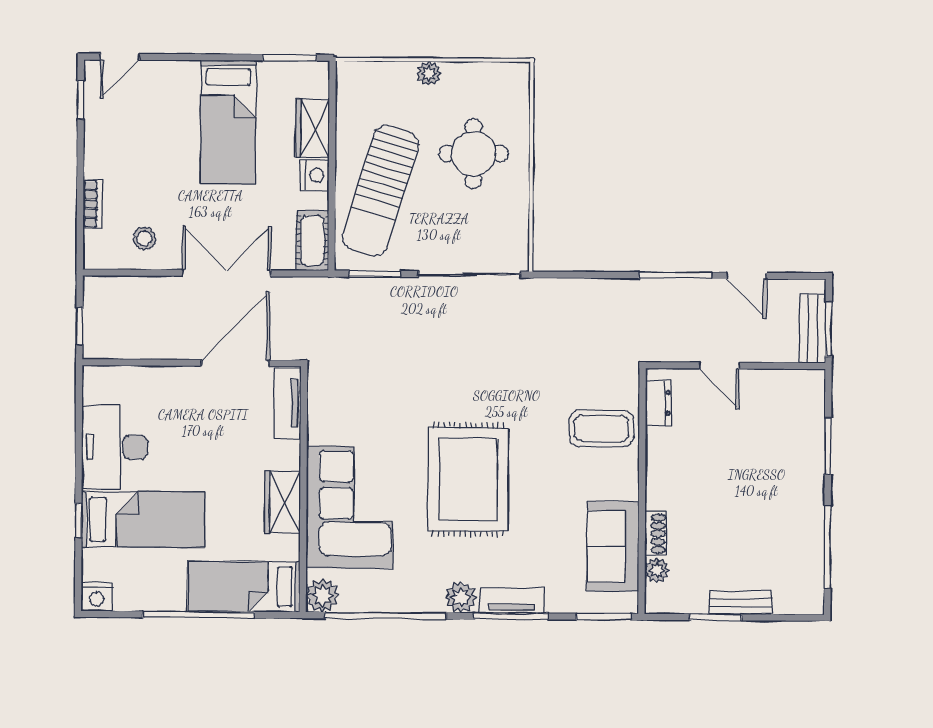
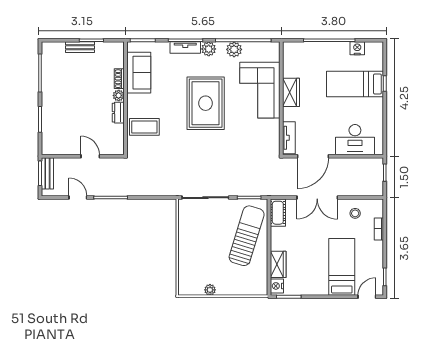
plant: (429, 74) -> (210, 290), moved
bed: (228, 122) -> (342, 267), moved
round table: (473, 154) -> (204, 253), removed
nightstand: (315, 175) -> (277, 286), moved
dresser: (658, 403) -> (118, 113), moved
desk: (115, 447) -> (355, 140), moved, turned 90
plant: (657, 570) -> (119, 95), moved
bed: (244, 587) -> (309, 53), removed
plant: (323, 595) -> (234, 49), moved
nightstand: (97, 597) -> (357, 48), moved

